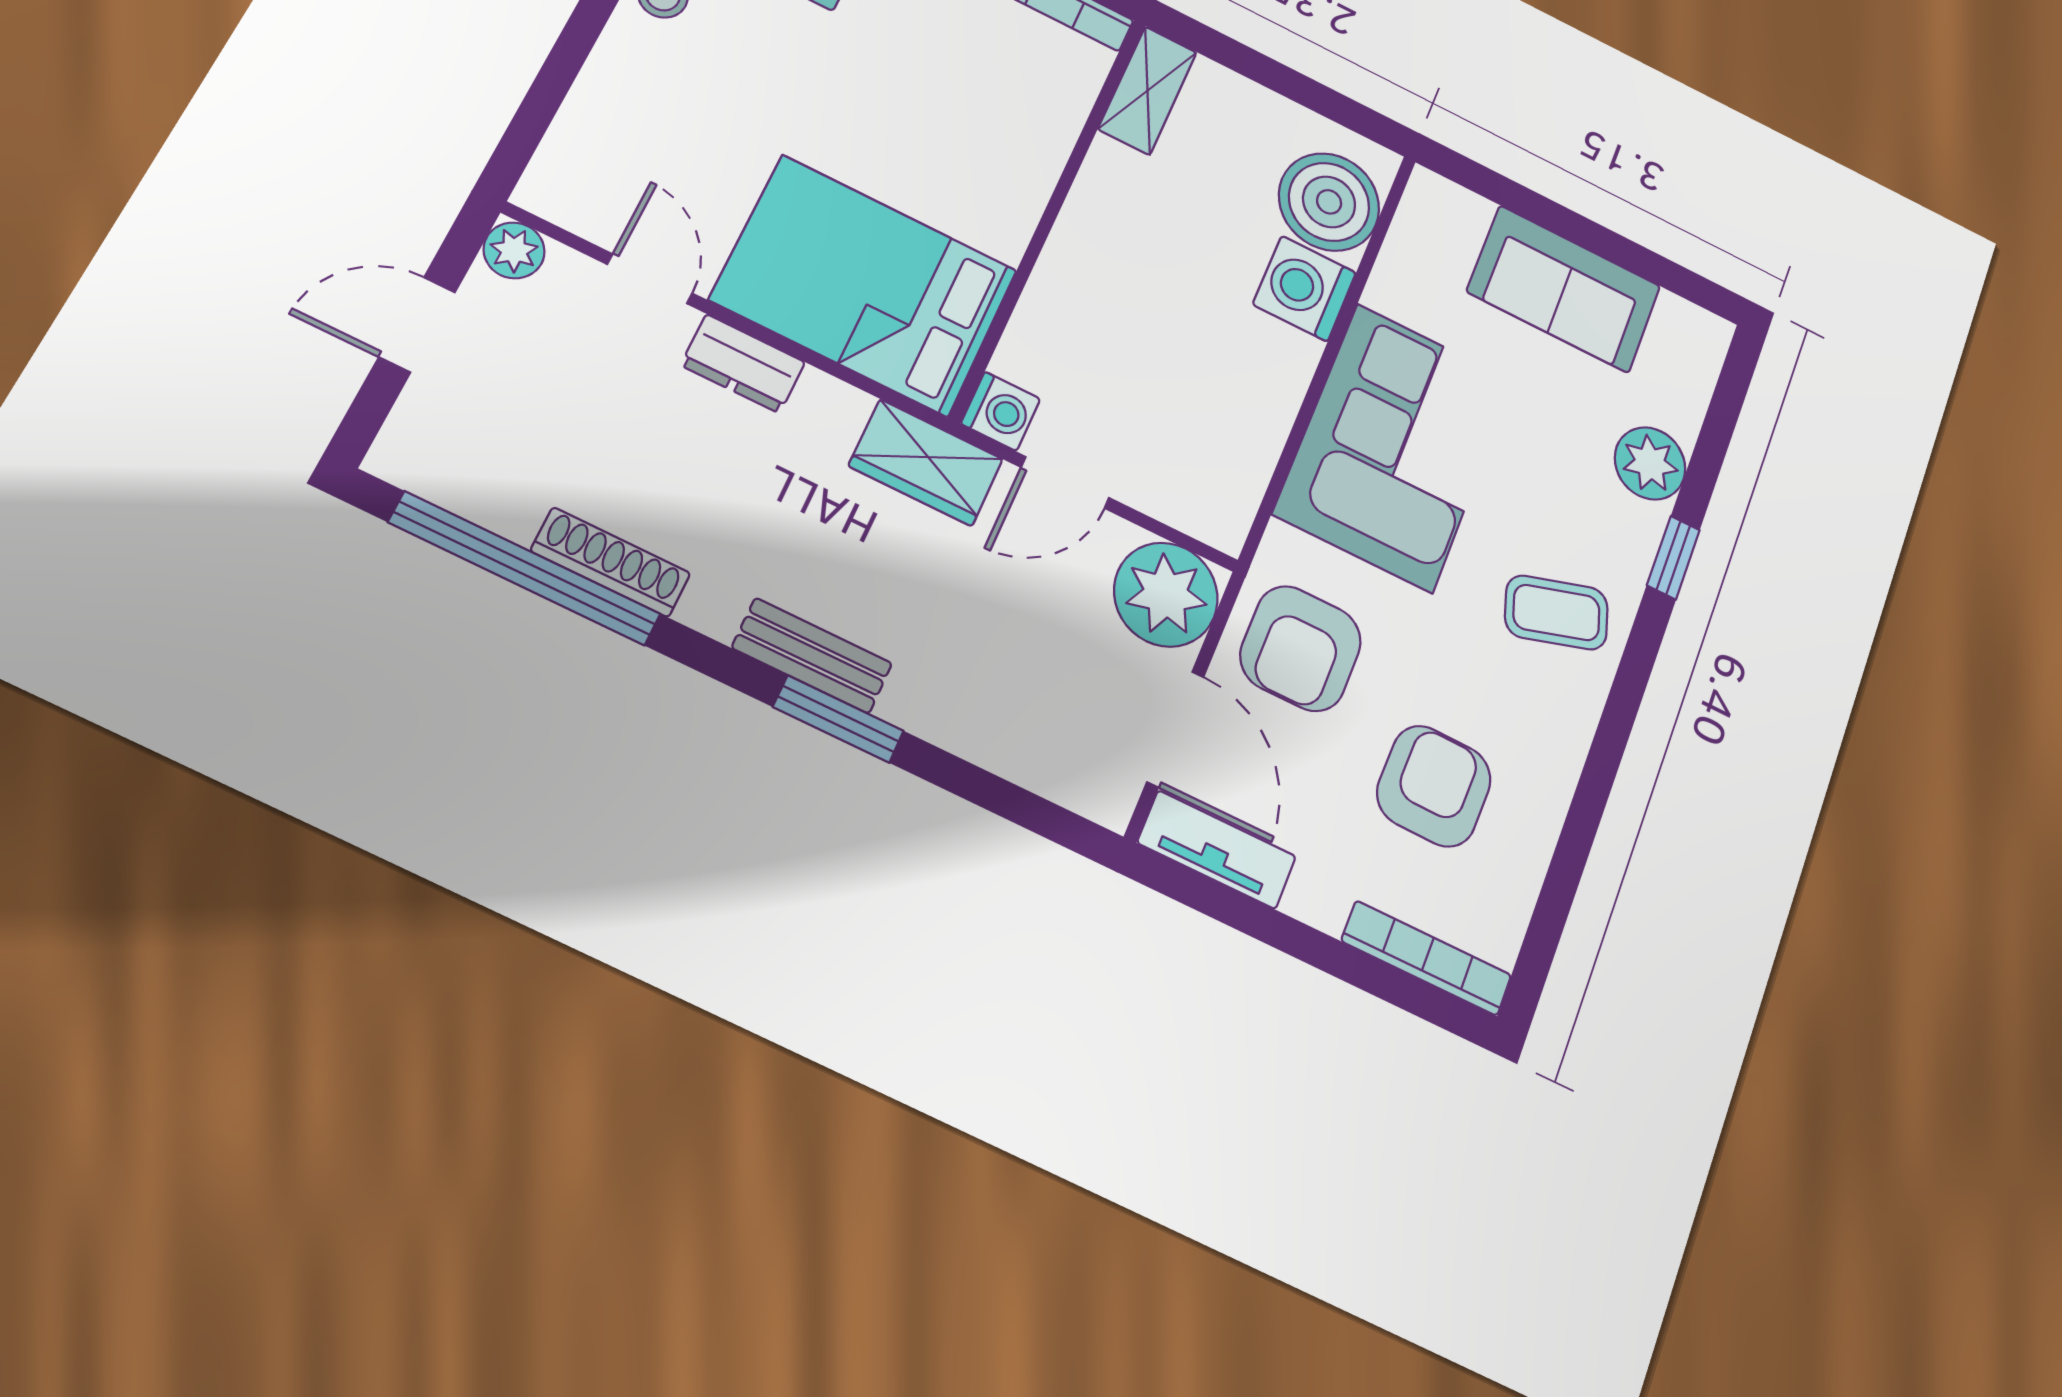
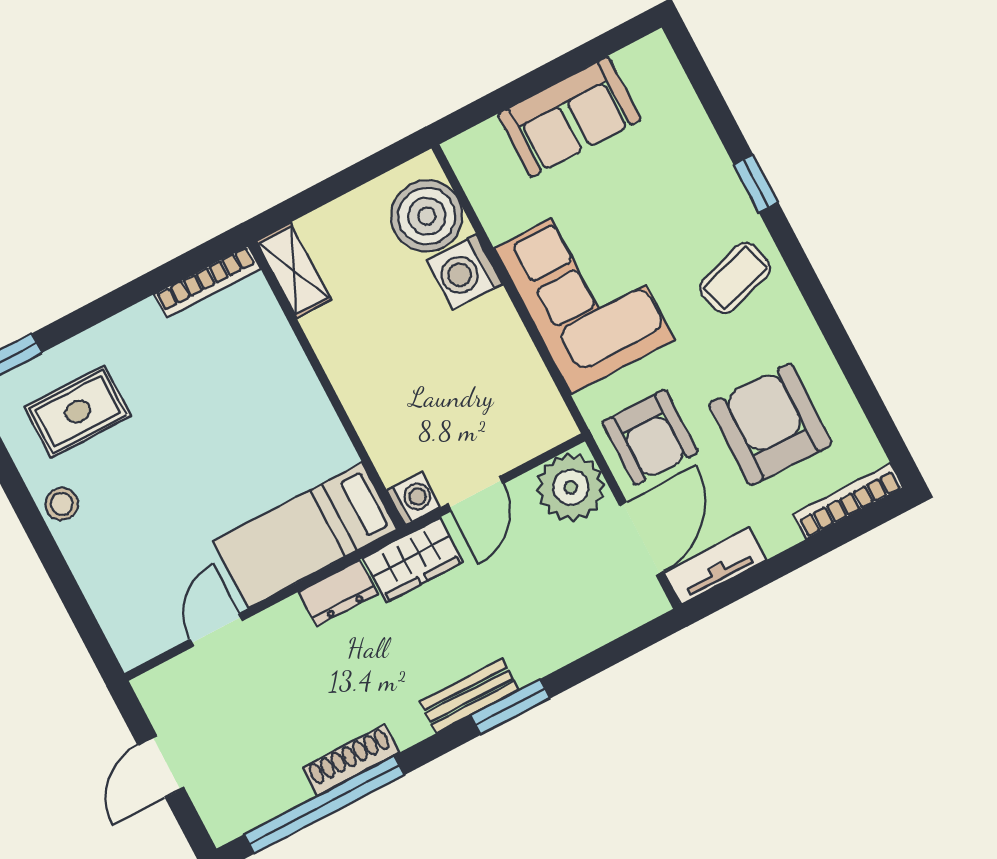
plant: (514, 250) -> (154, 689), removed
door: (650, 279) -> (216, 630), hinge flipped
bed: (864, 285) -> (305, 535), width x0.67
dresser: (743, 364) -> (338, 593), moved
plant: (1650, 463) -> (698, 151), removed
door: (1175, 729) -> (641, 539), hinge flipped
armchair: (1434, 786) -> (770, 424), width x1.36, depth x1.36

